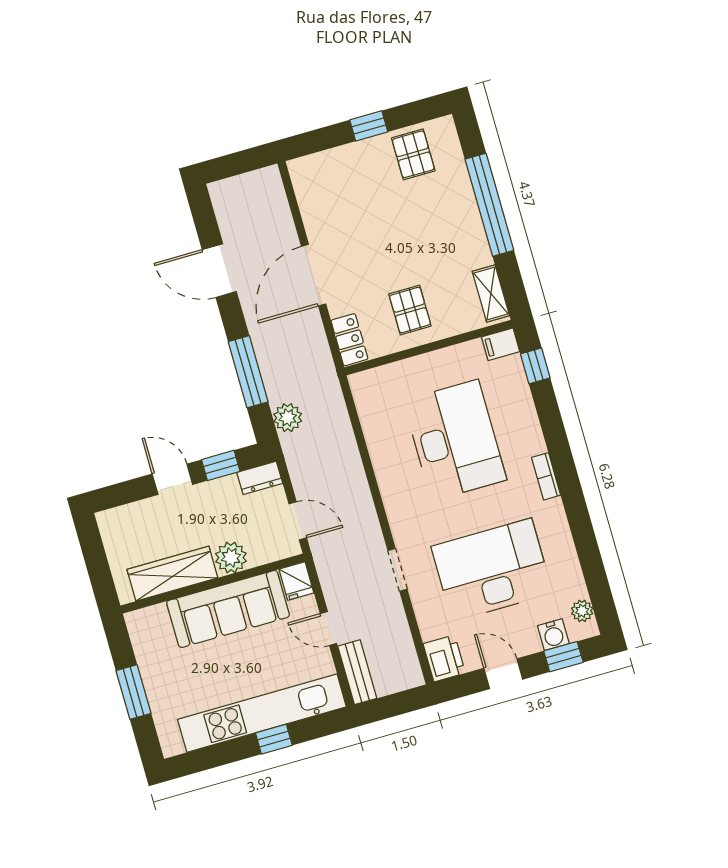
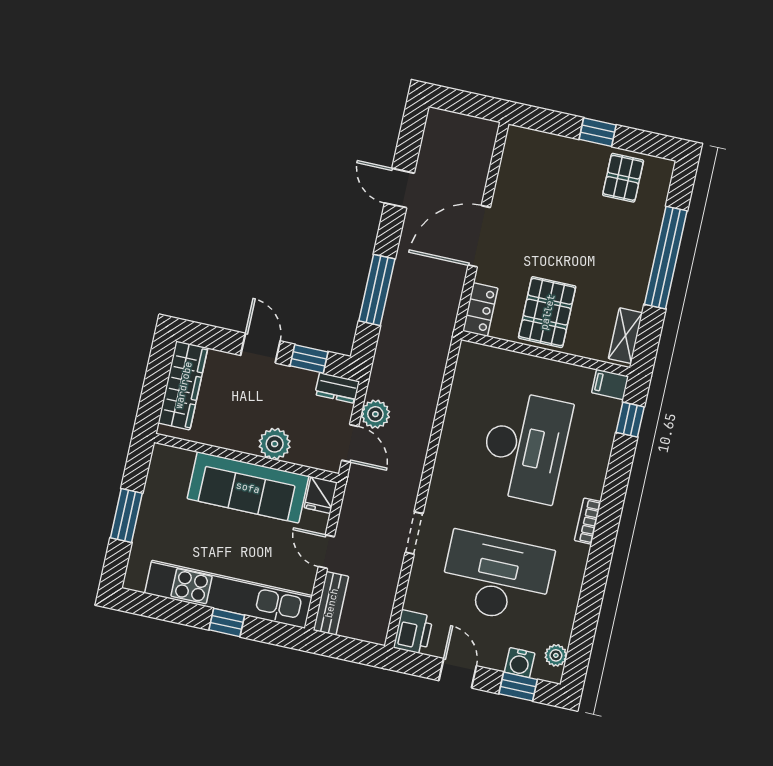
door: (219, 271) -> (399, 188), width x0.73
pallet: (410, 310) -> (547, 312), width x1.50, depth x1.42
plant: (288, 418) -> (375, 414), moved
wardrobe: (172, 574) -> (183, 385), moved, turned 90

